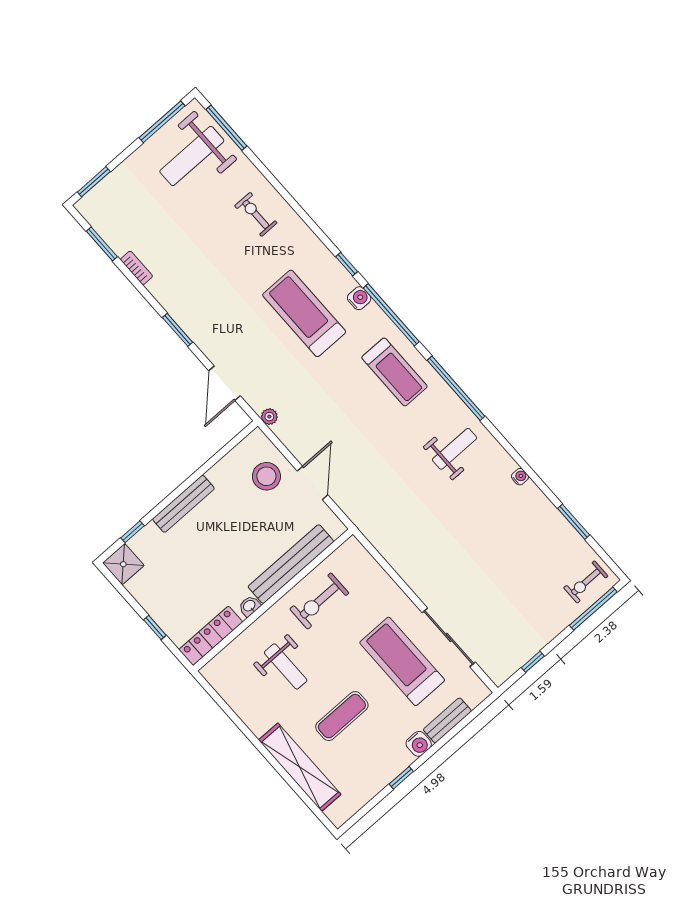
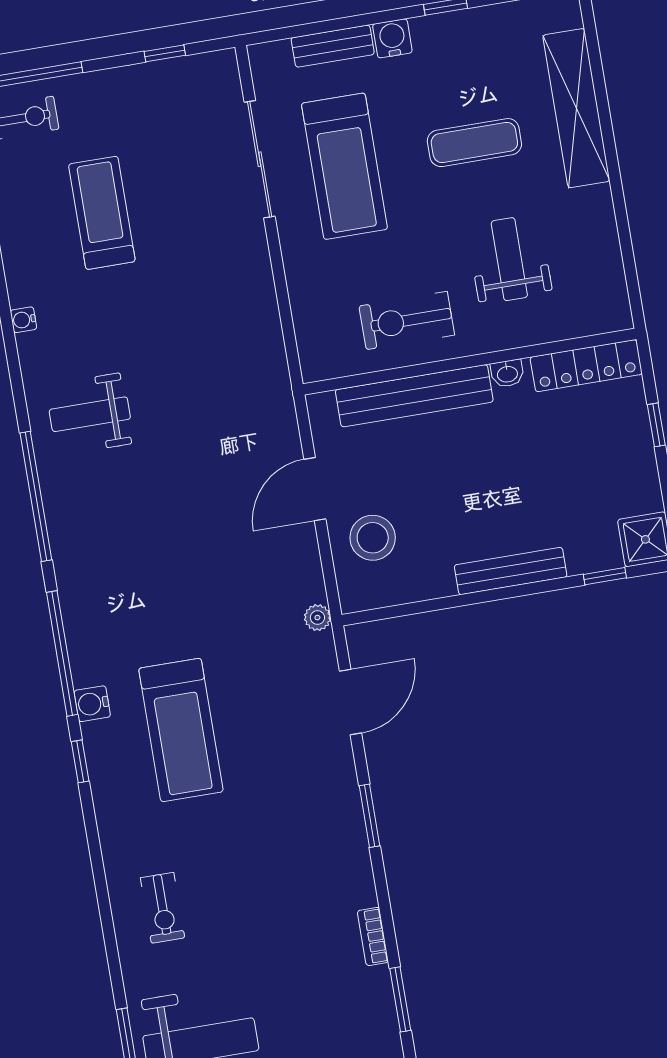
treadmill: (395, 372) -> (102, 213), moved
exercise bike: (319, 601) -> (407, 321), turned 180

